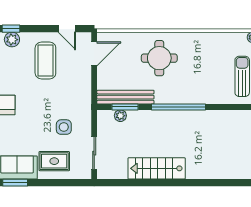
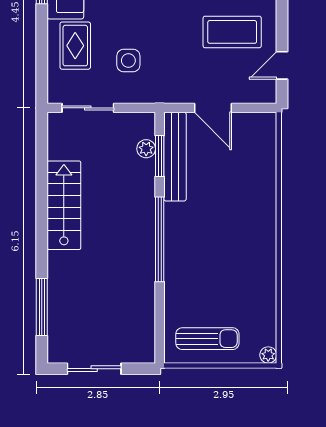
door: (94, 54) -> (213, 108), moved
round table: (159, 58) -> (236, 209), removed
window: (222, 183) -> (42, 307), added

